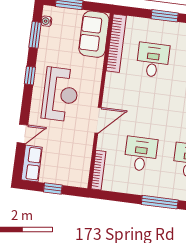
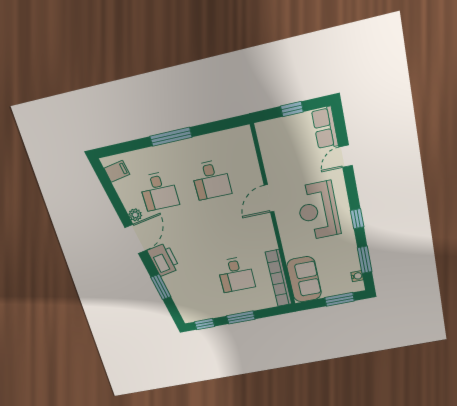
bookcase: (98, 170) -> (249, 147), removed

